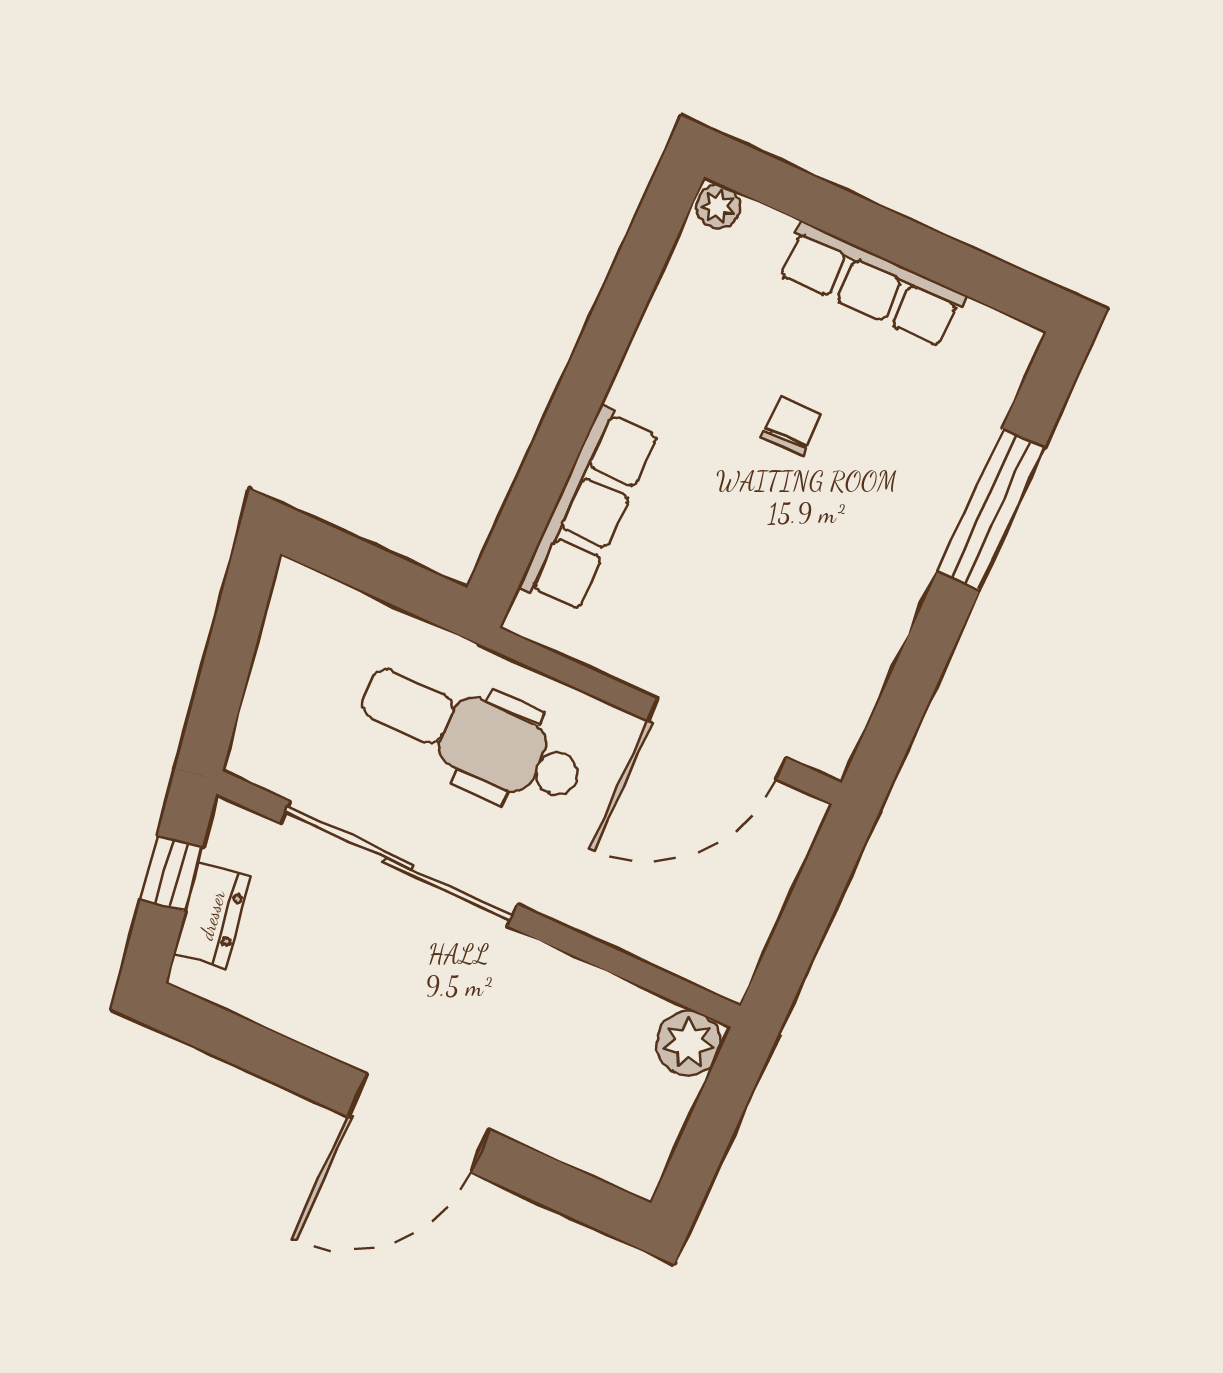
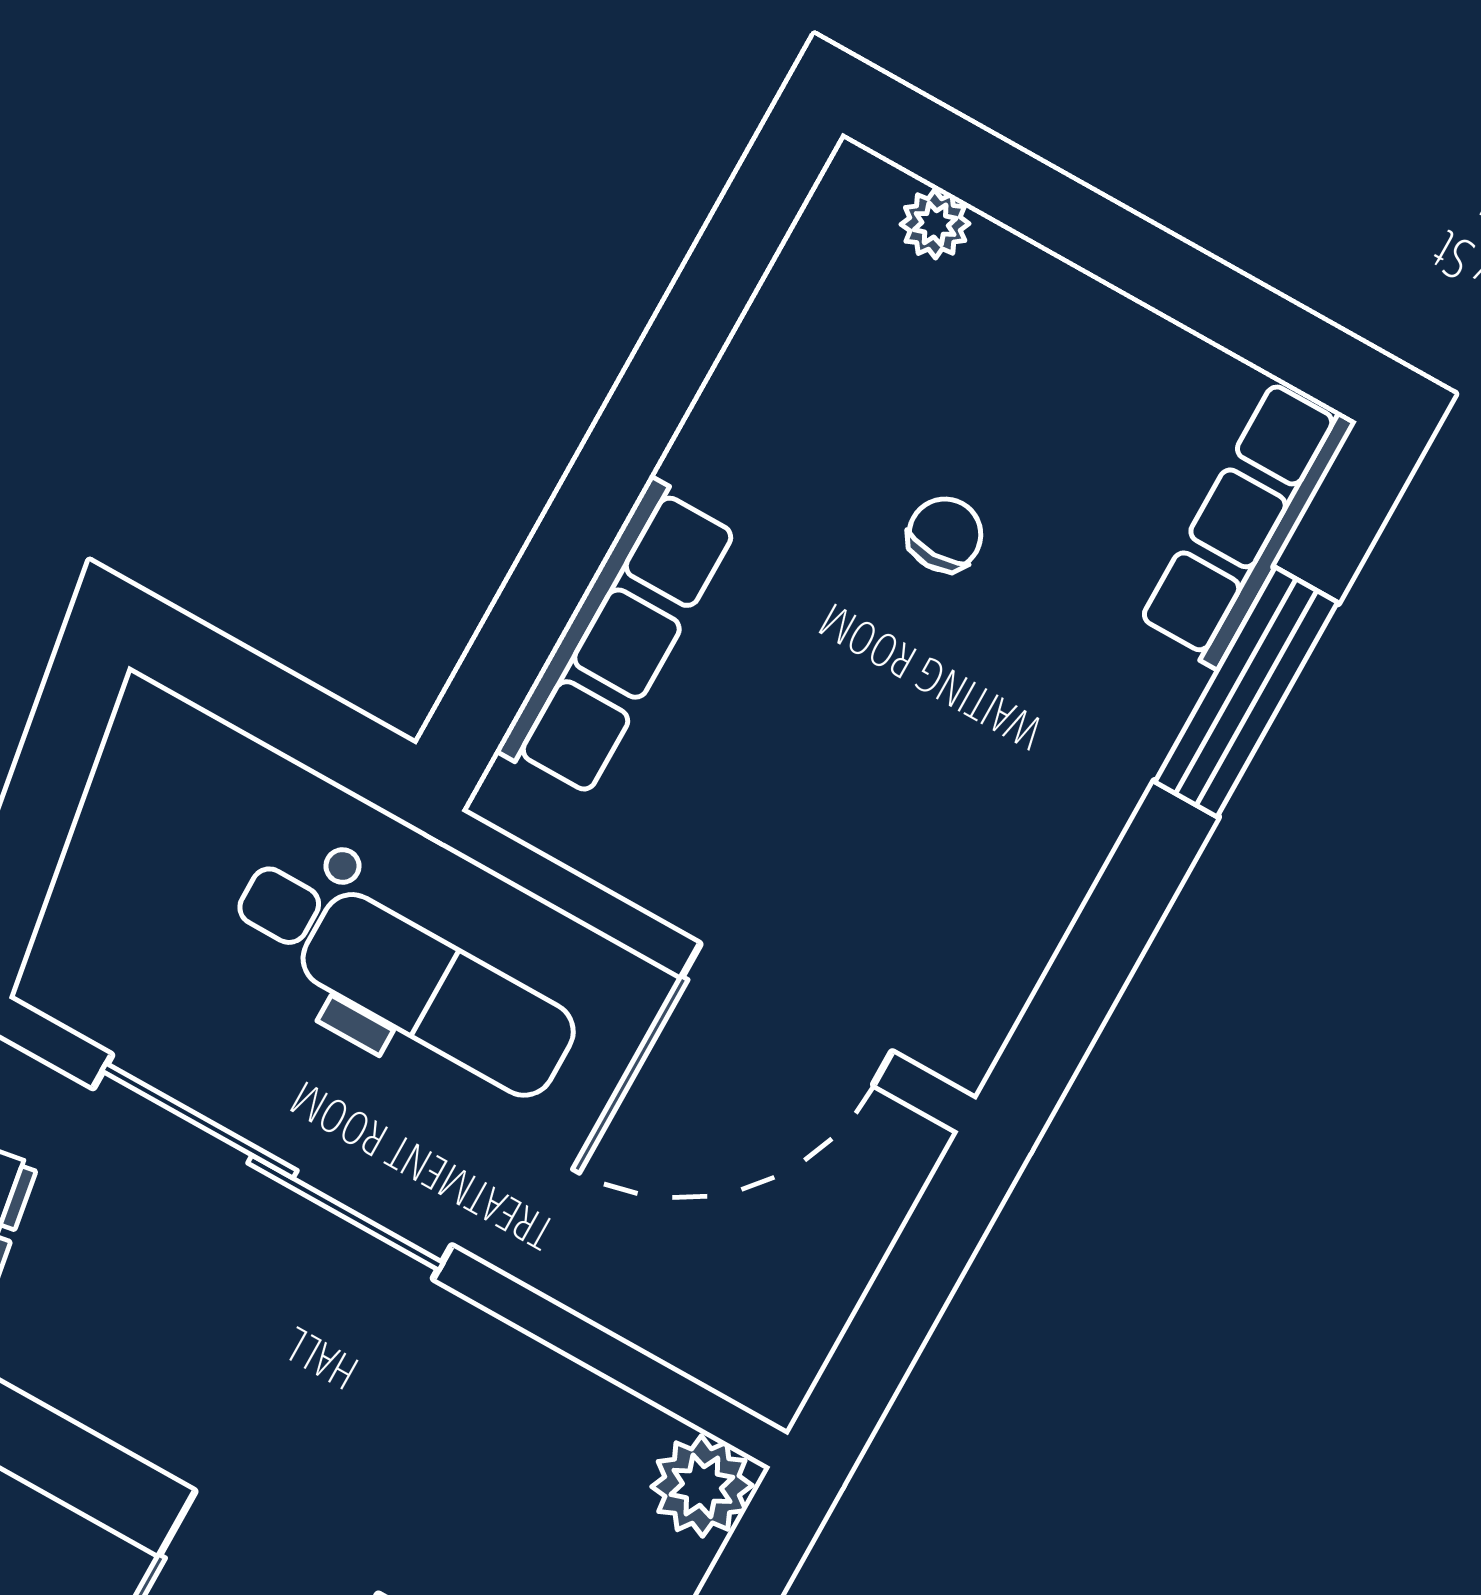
plant: (718, 207) -> (935, 224), moved
row of seats: (872, 285) -> (1247, 523), moved, turned 90
dental chair: (472, 735) -> (404, 976), turned 180

